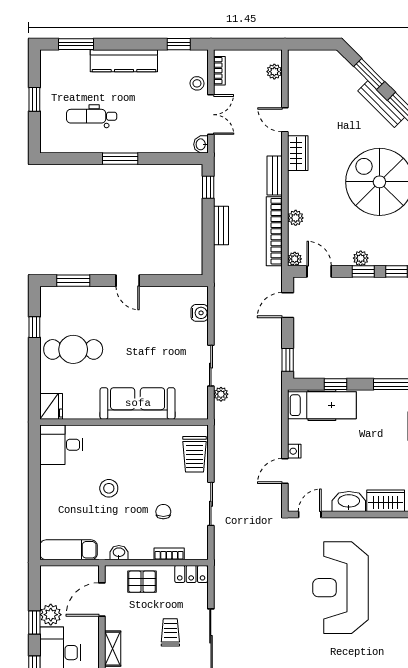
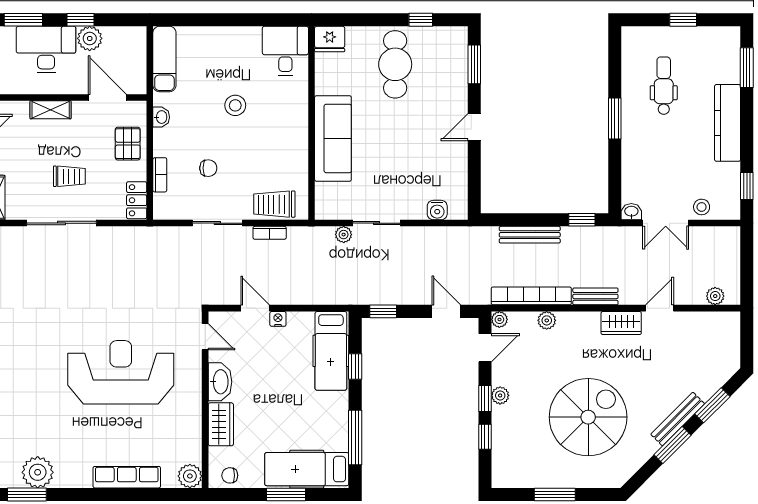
bookcase: (219, 71) -> (270, 233), moved
bench: (221, 226) -> (530, 235), width x1.36

